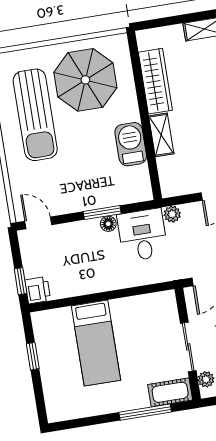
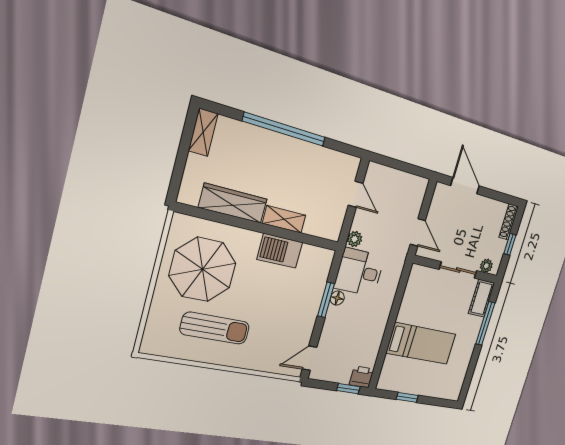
sun lounger: (35, 115) -> (215, 328), width x0.73, depth x0.75

